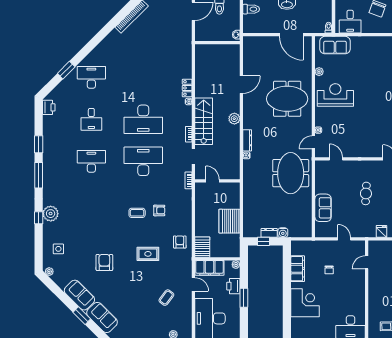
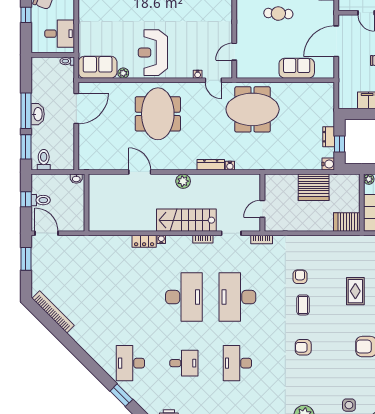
sofa: (335, 45) -> (98, 67), moved, turned -90
water cooler: (283, 233) -> (328, 164), moved
door: (344, 239) -> (336, 41), width x1.88
armchair: (180, 242) -> (303, 347), moved

